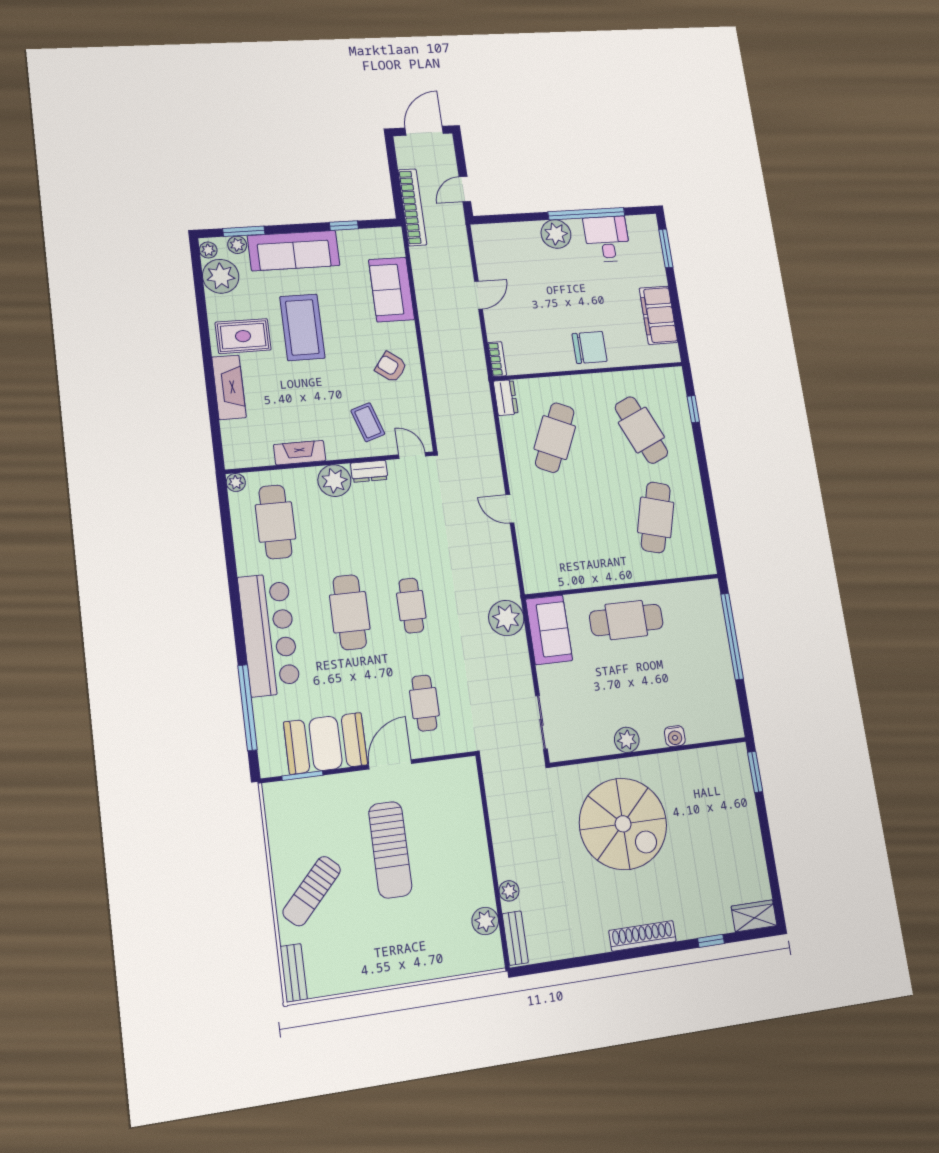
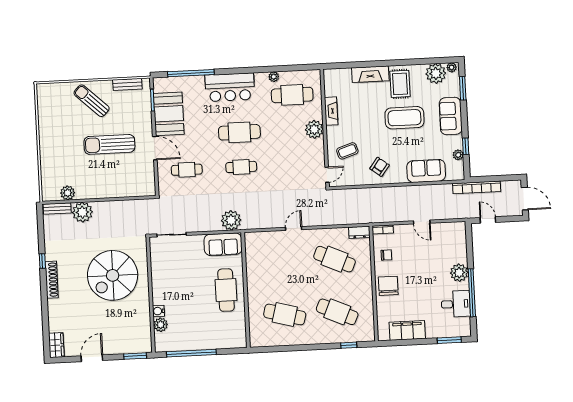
plant: (237, 245) -> (458, 155), moved
sofa: (294, 251) -> (451, 116), width x0.73
chair: (590, 347) -> (388, 286), turned 180
chair: (539, 352) -> (386, 255), added
cafe table: (641, 430) -> (337, 312), turned 48
dresser: (369, 471) -> (319, 149), removed
plant: (236, 482) -> (274, 77), moved
bar counter: (269, 634) -> (230, 87), width x0.73
window: (732, 636) -> (191, 353), moved
plant: (627, 740) -> (161, 325), moved
door: (768, 849) -> (92, 358), added
plant: (509, 891) -> (82, 212), width x1.88, depth x1.88
window: (711, 941) -> (42, 261), moved
bench: (294, 973) -> (127, 84), moved

